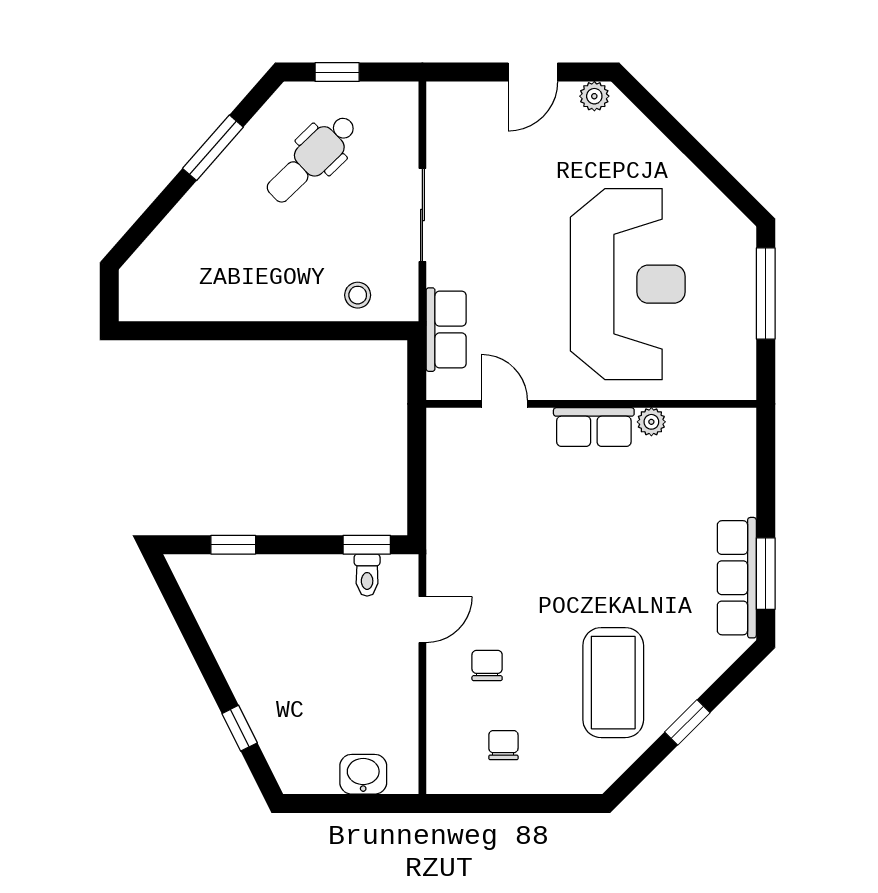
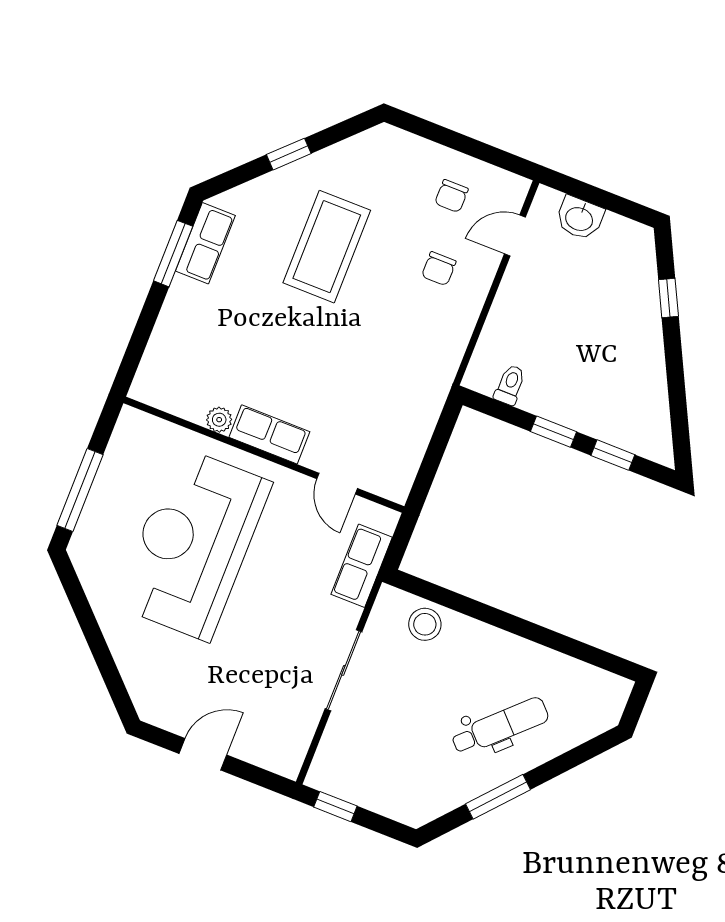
window: (337, 72) -> (335, 807), moved
plant: (594, 96) -> (159, 714), removed
dental chair: (312, 159) -> (500, 726), moved
stool: (358, 295) -> (425, 624), width x1.37, depth x1.37
window: (367, 545) -> (553, 432), moved
row of seats: (737, 578) -> (205, 243), width x0.68
door: (422, 620) -> (515, 236), moved
coffee table: (613, 683) -> (327, 247), moved

